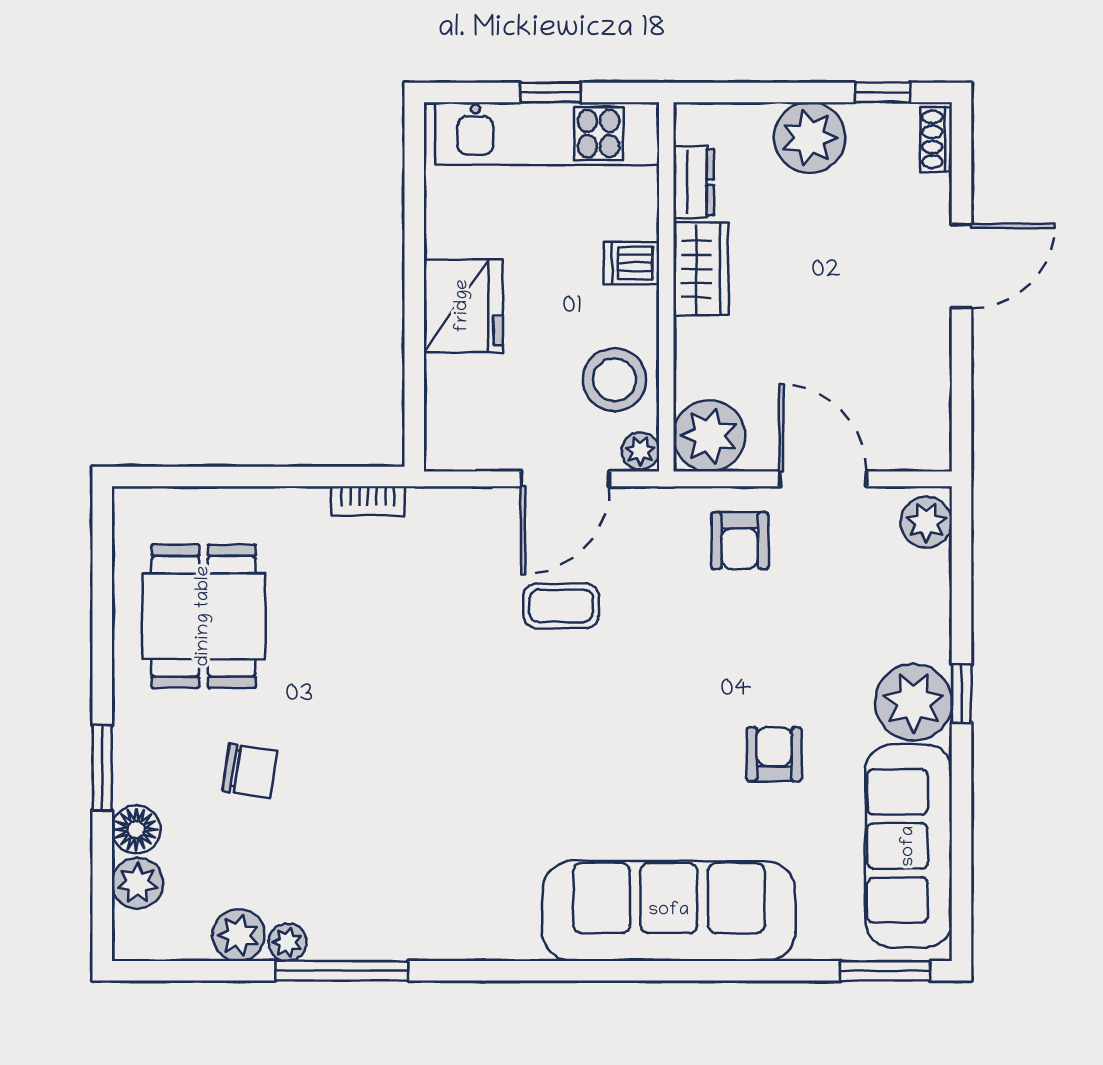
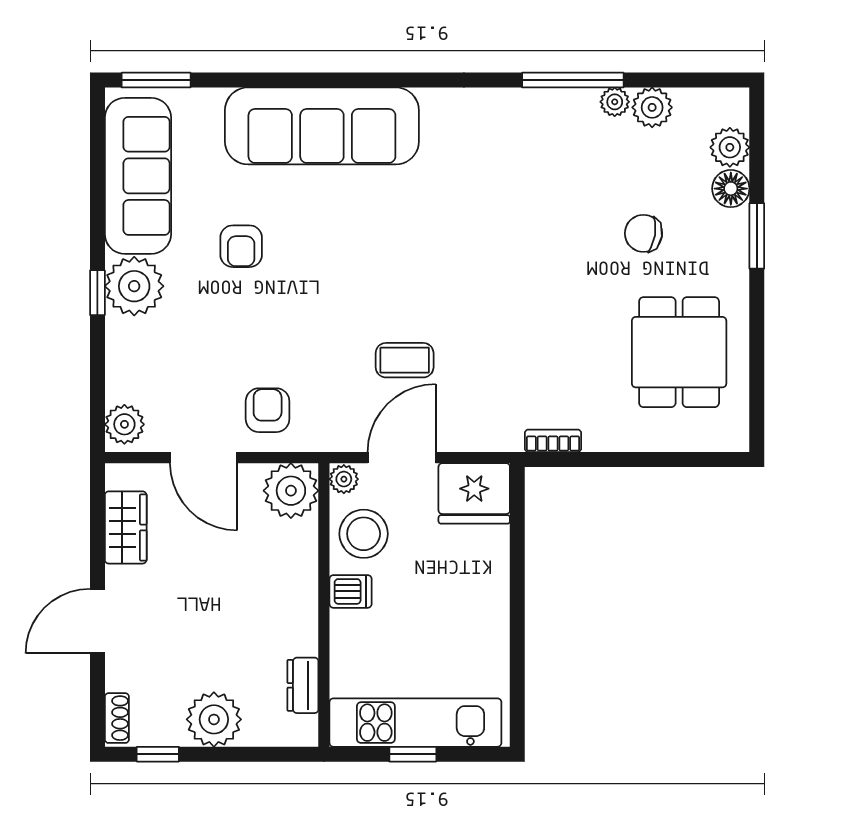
dishwasher: (632, 263) -> (351, 591), moved
wardrobe: (701, 269) -> (126, 527), moved, turned 180
fridge: (463, 306) -> (474, 493), moved, turned -90

